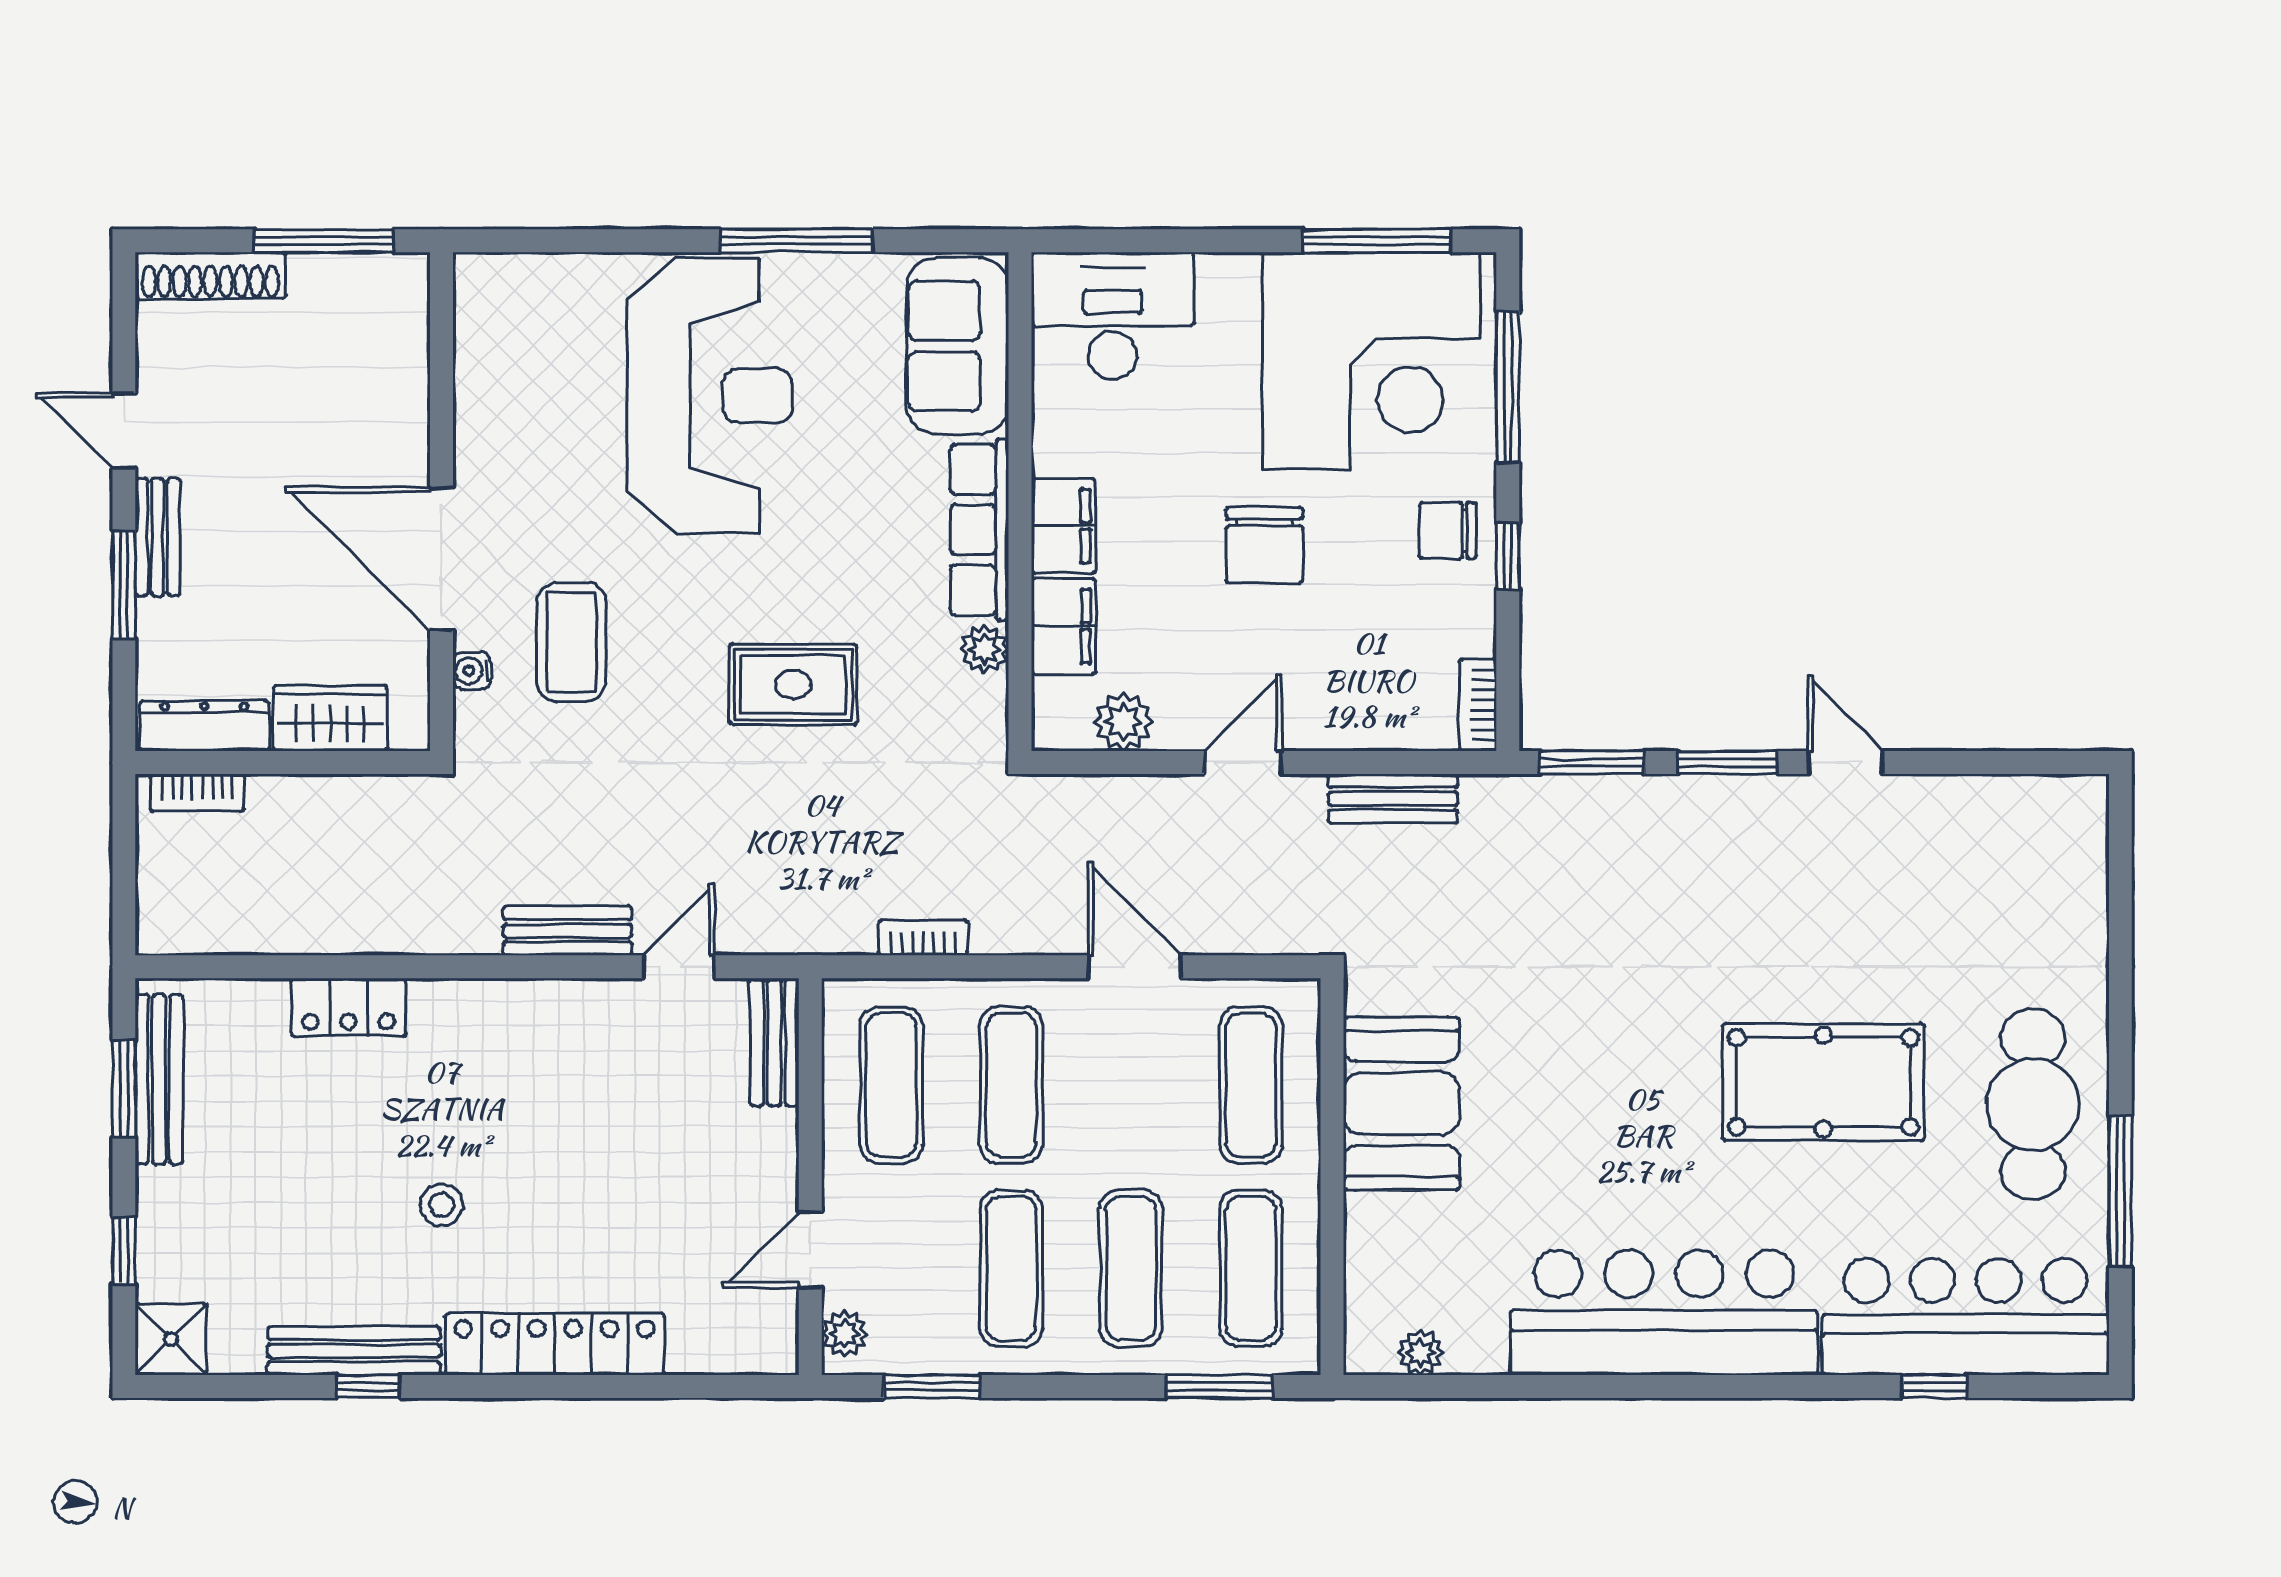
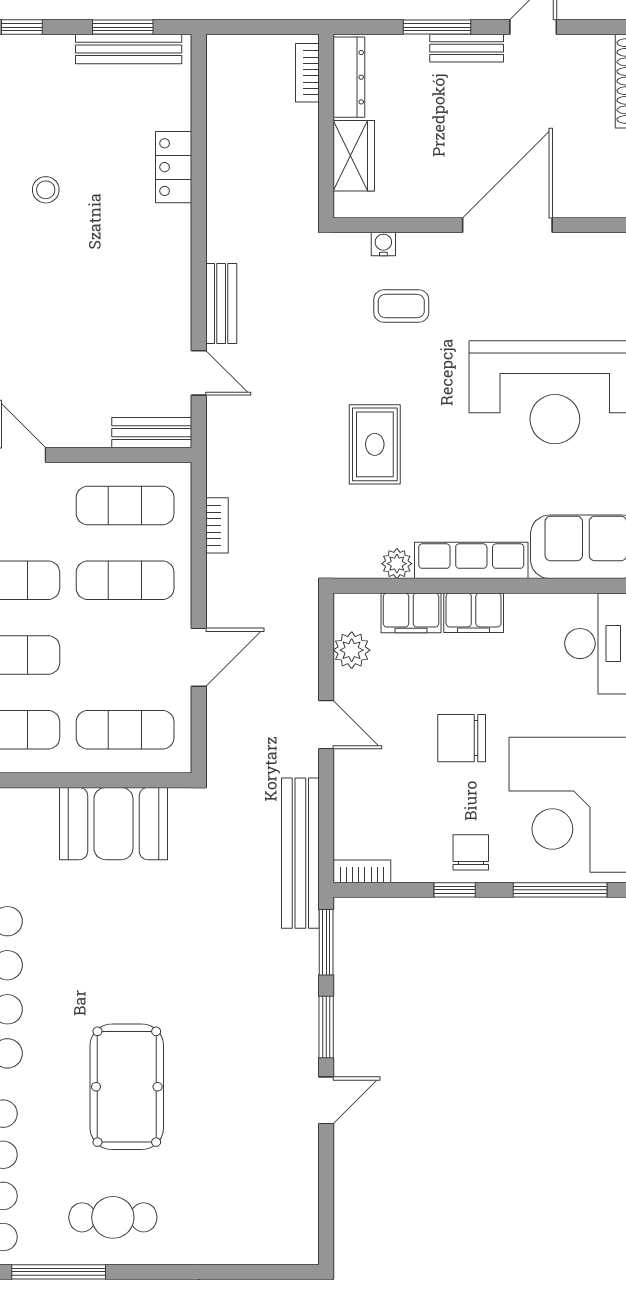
door: (442, 559) -> (507, 225), moved
coffee table: (571, 642) -> (401, 306), width x0.73, depth x0.77
bench: (1393, 799) -> (300, 853), width x1.86, depth x1.21
cafe table: (2033, 1105) -> (113, 1217), width x0.73, depth x0.74
stool: (442, 1205) -> (46, 190), moved

